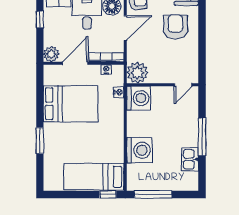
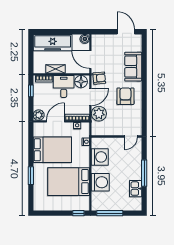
plant: (137, 73) -> (99, 114), moved
washing machine: (139, 98) -> (100, 157), moved
bed: (94, 177) -> (69, 182), moved, width x1.50

